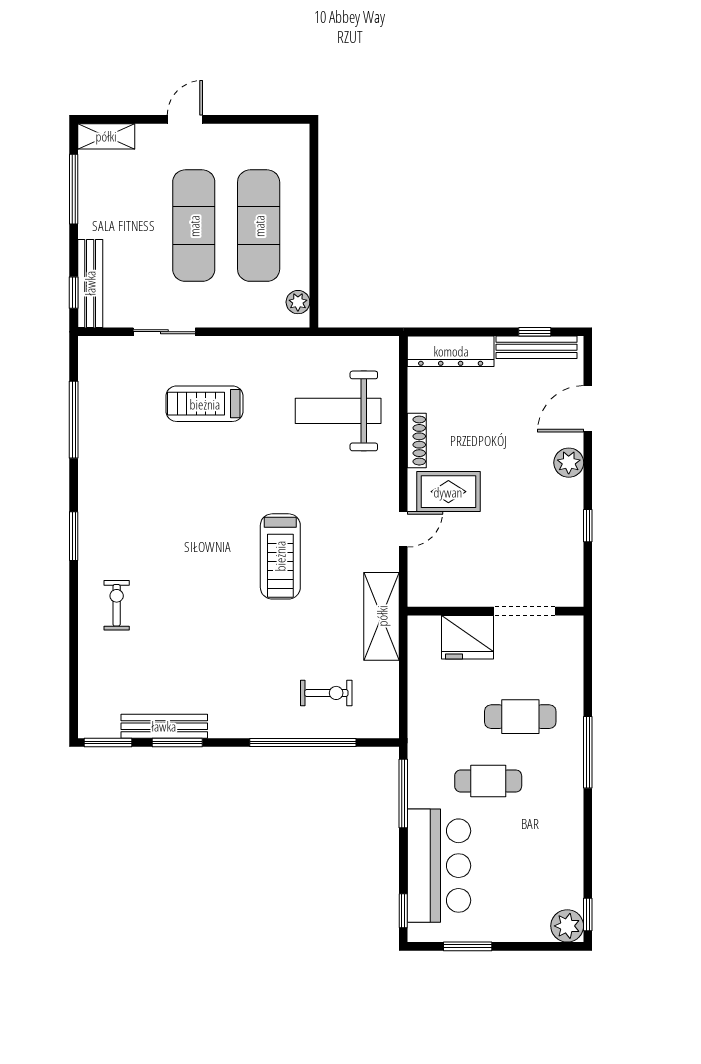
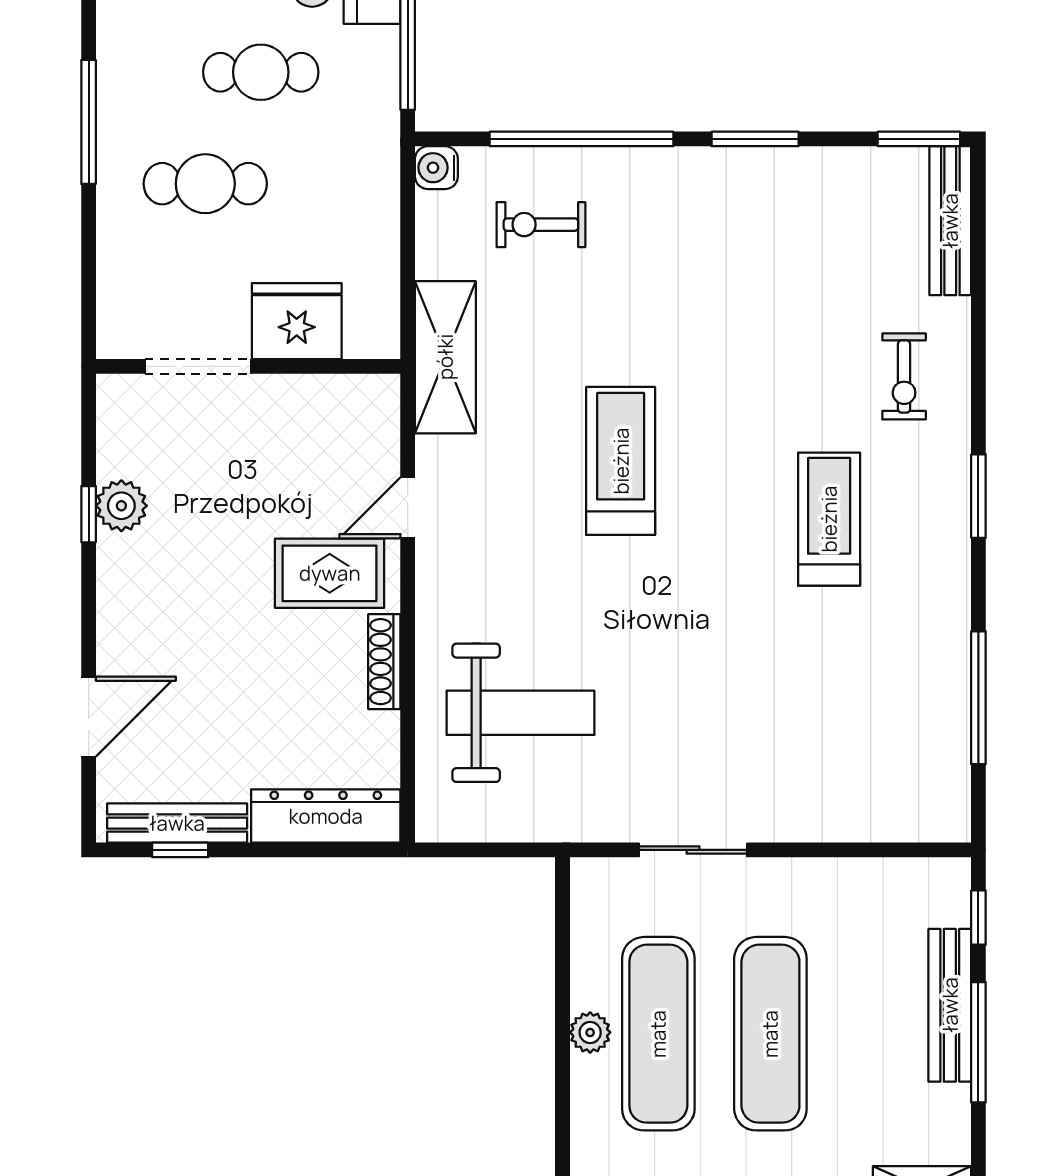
window: (74, 189) -> (978, 1042), moved
bench: (90, 283) -> (950, 1005), moved
plant: (298, 302) -> (590, 1032), moved
sliding door: (164, 332) -> (693, 850), moved
treadmill: (205, 404) -> (829, 519), moved, turned -90
plant: (569, 463) -> (121, 506), moved
bench: (164, 726) -> (950, 221), moved, turned 90
water cooler: (387, 726) -> (436, 168), added
window: (177, 742) -> (755, 139), moved

